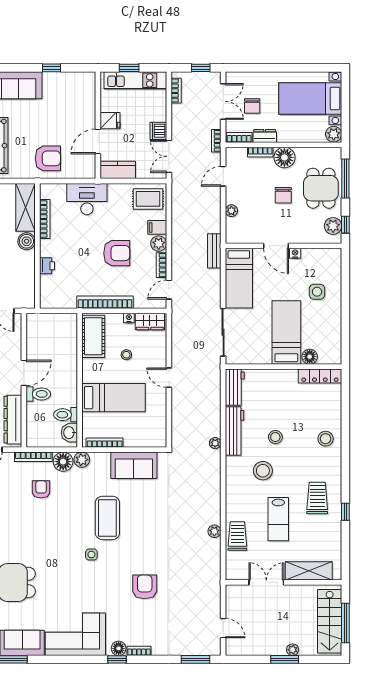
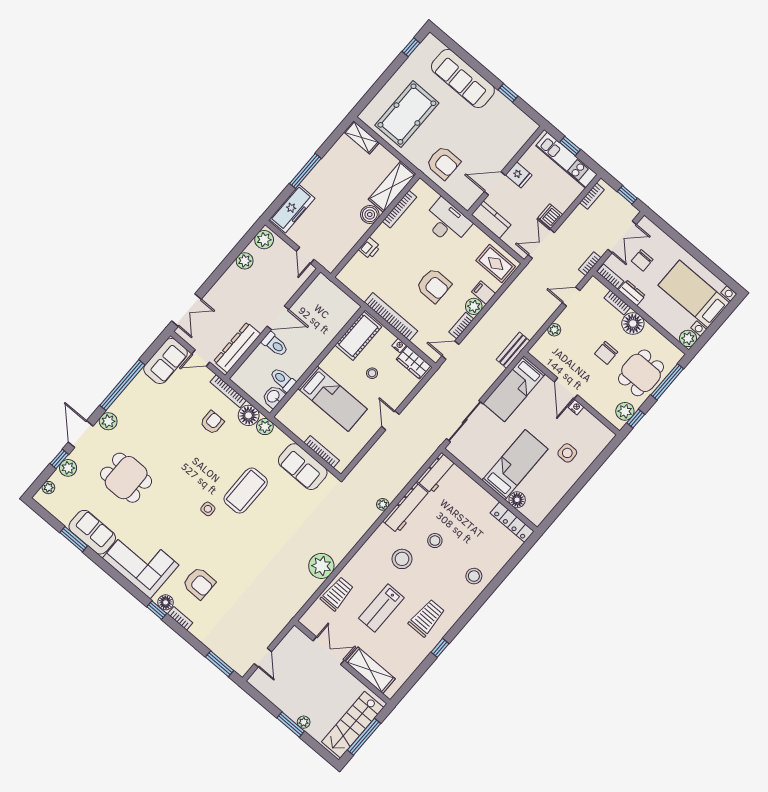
bookcase: (105, 443) -> (322, 452), moved
plant: (214, 531) -> (321, 566), width x1.87, depth x1.87
armchair: (145, 587) -> (199, 583), moved, turned 90

